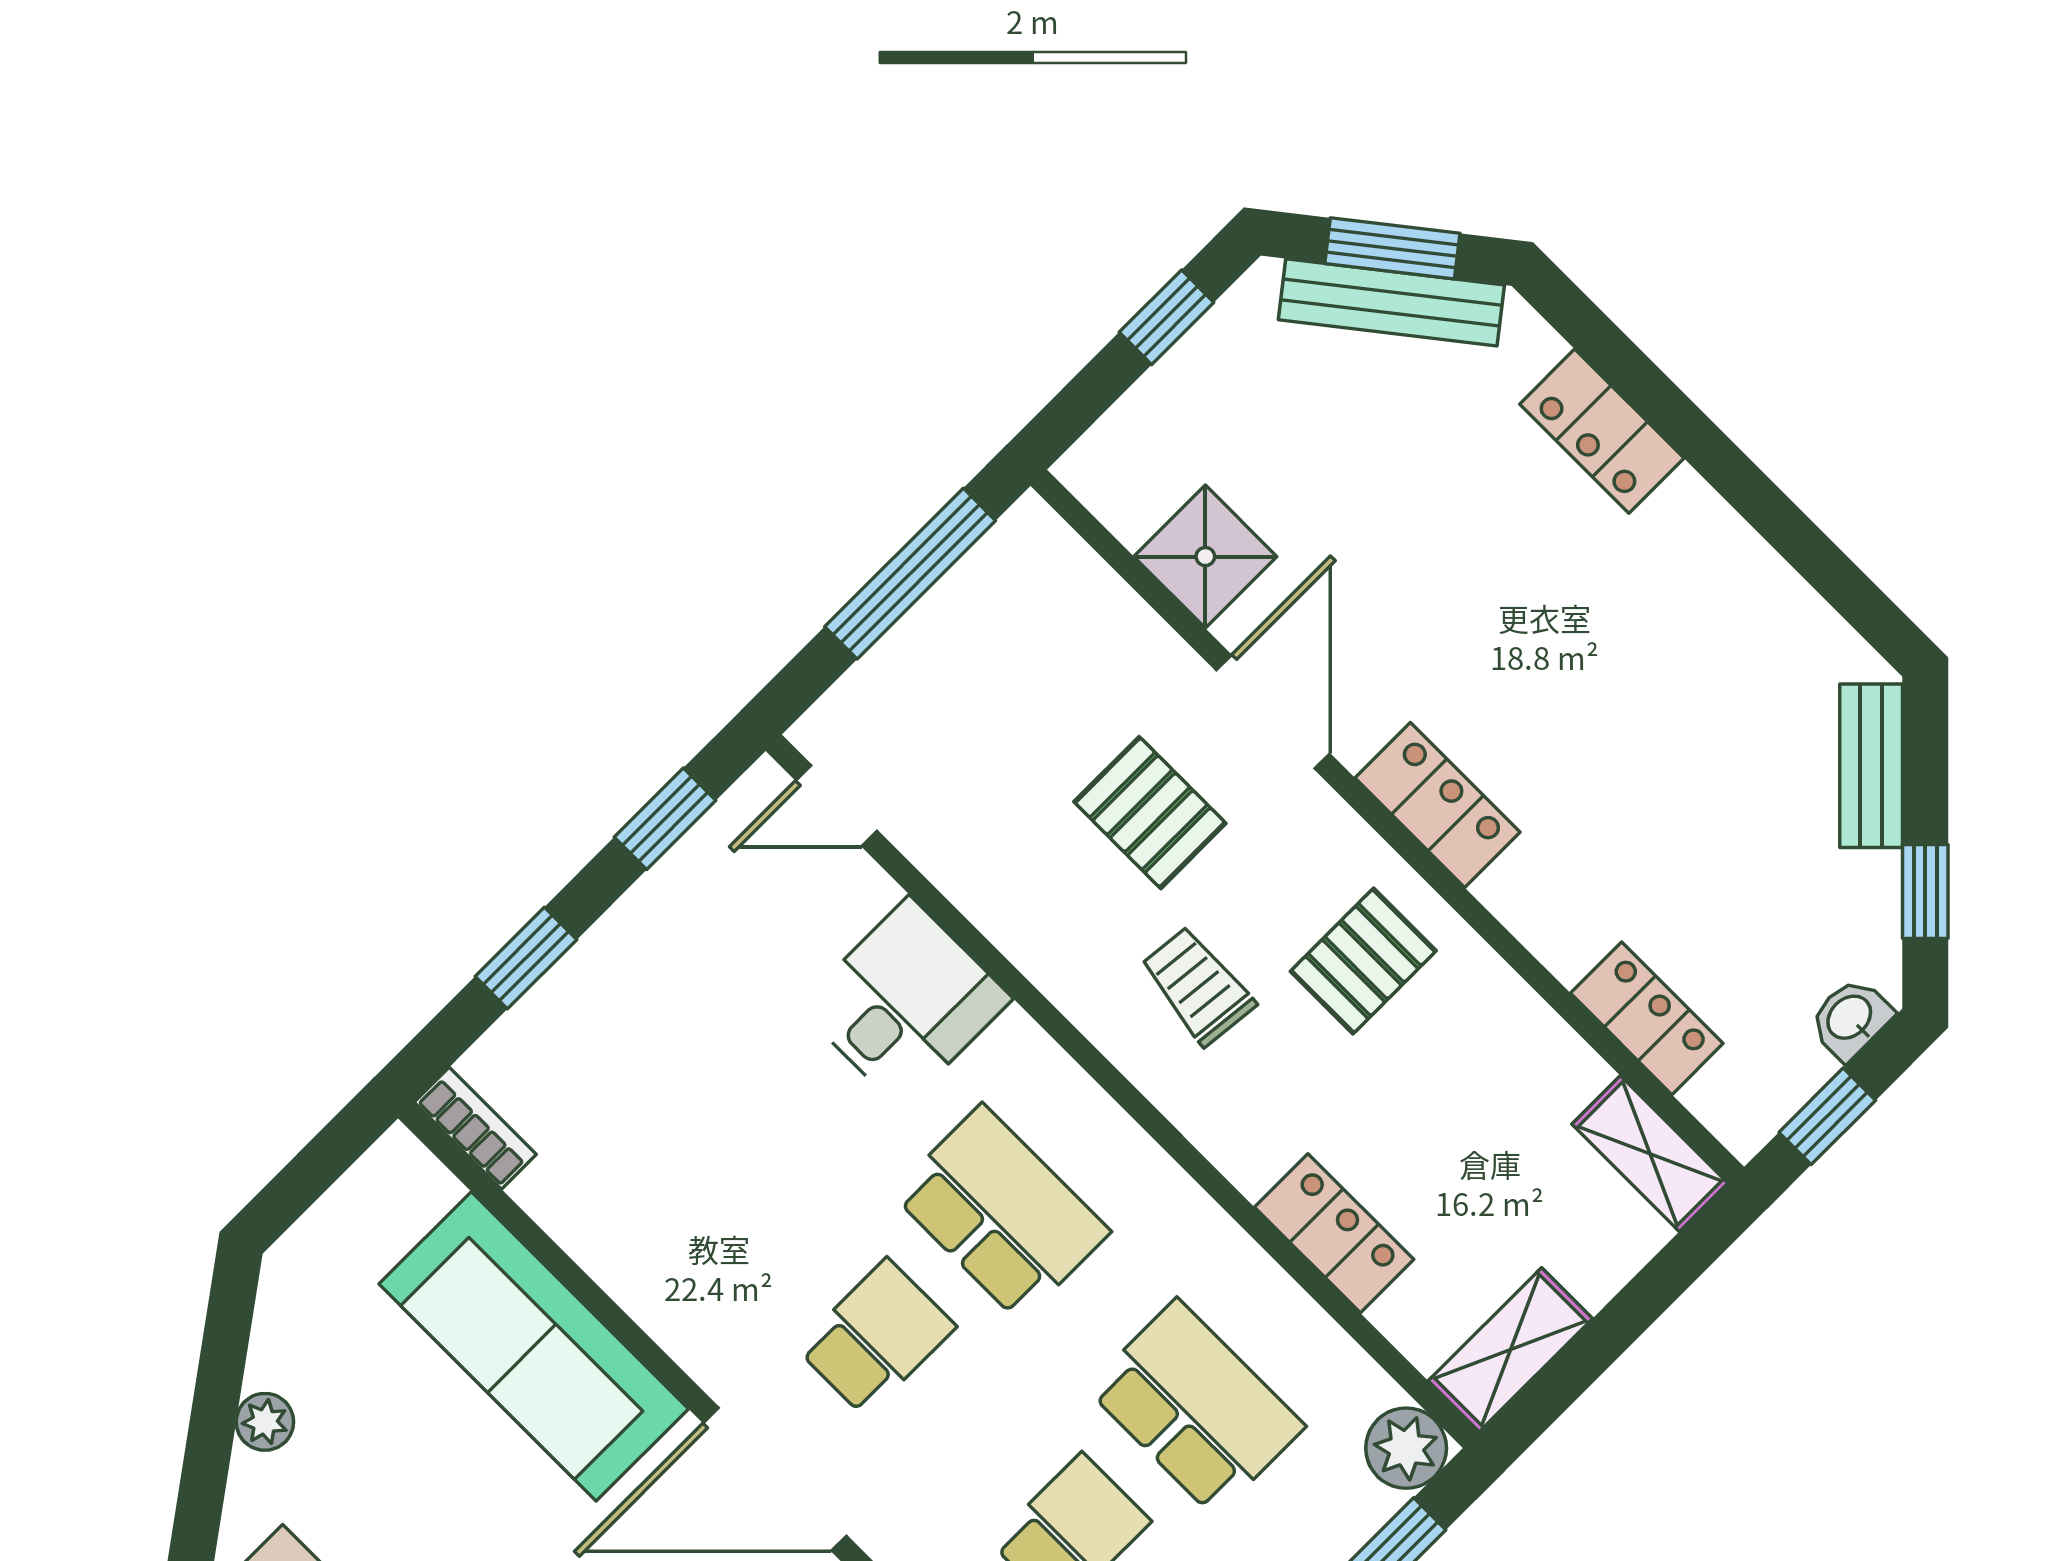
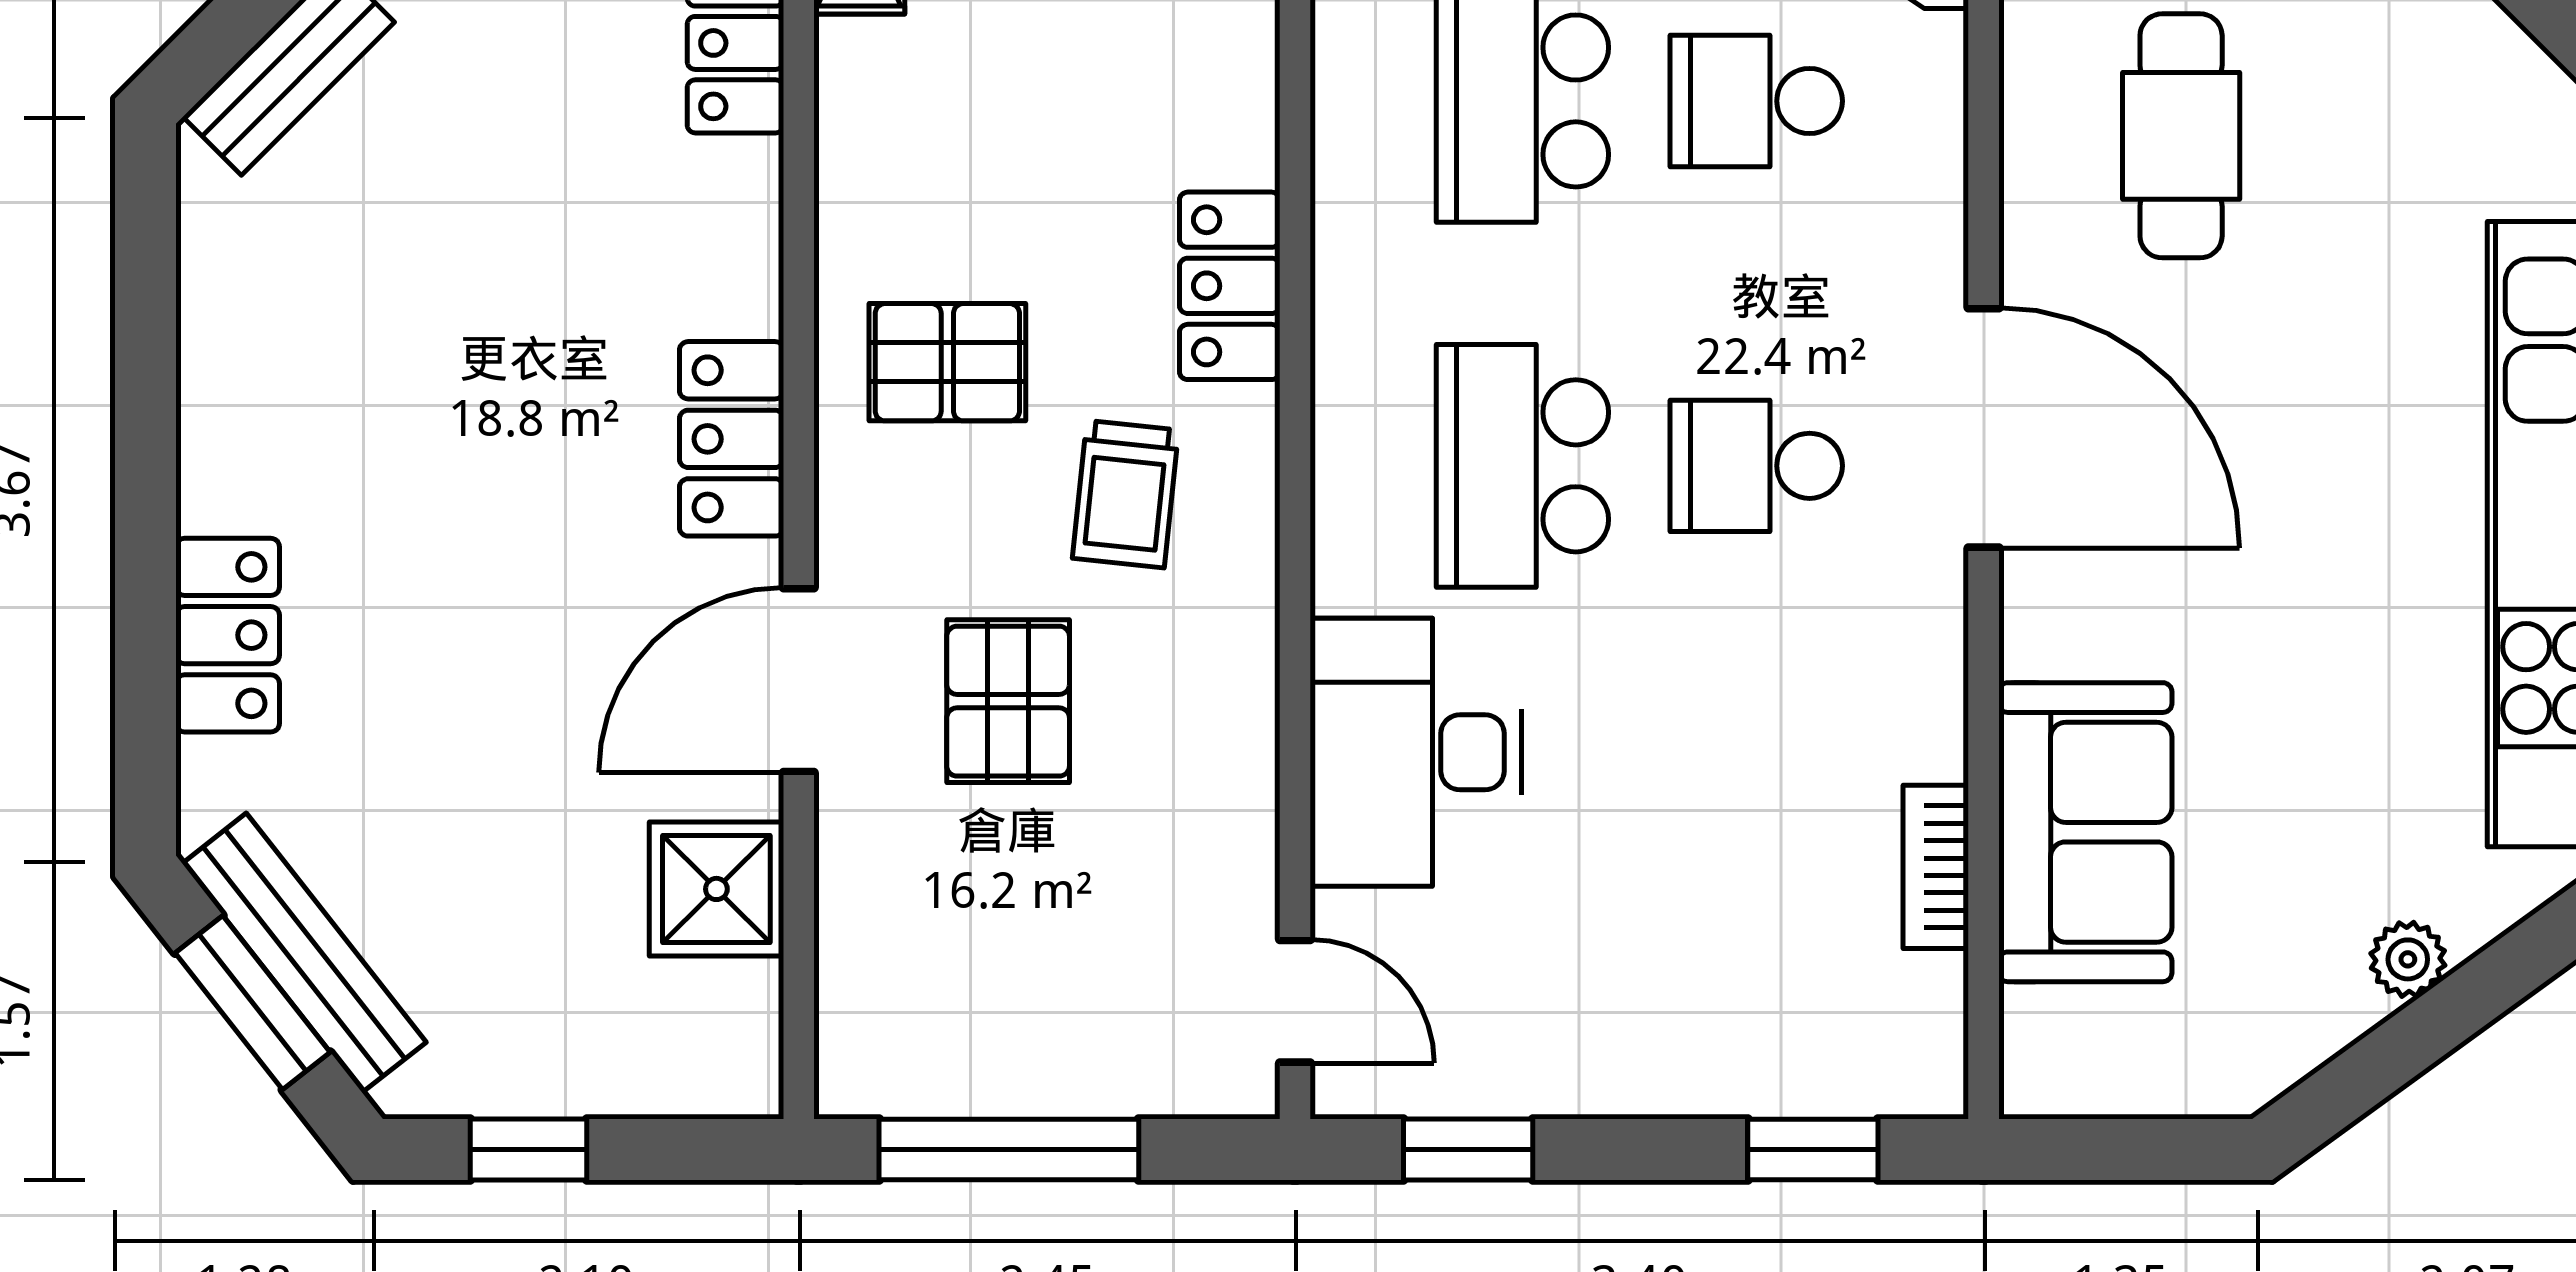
window: (526, 958) -> (1813, 1149), moved
desk: (905, 1003) -> (1416, 752), width x1.37
bookcase: (475, 1128) -> (1936, 867), moved
locker: (1334, 1233) -> (1230, 286), moved
sofa: (534, 1346) -> (2085, 832), width x0.73

